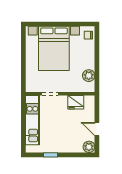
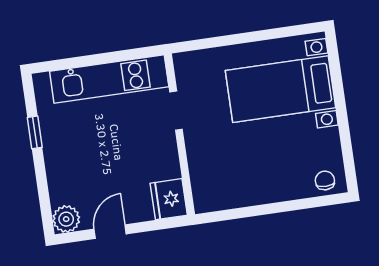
bed with nightstands: (54, 48) -> (281, 89), width x0.73
plant: (89, 76) -> (231, 195), removed
fridge: (76, 102) -> (169, 199), moved

